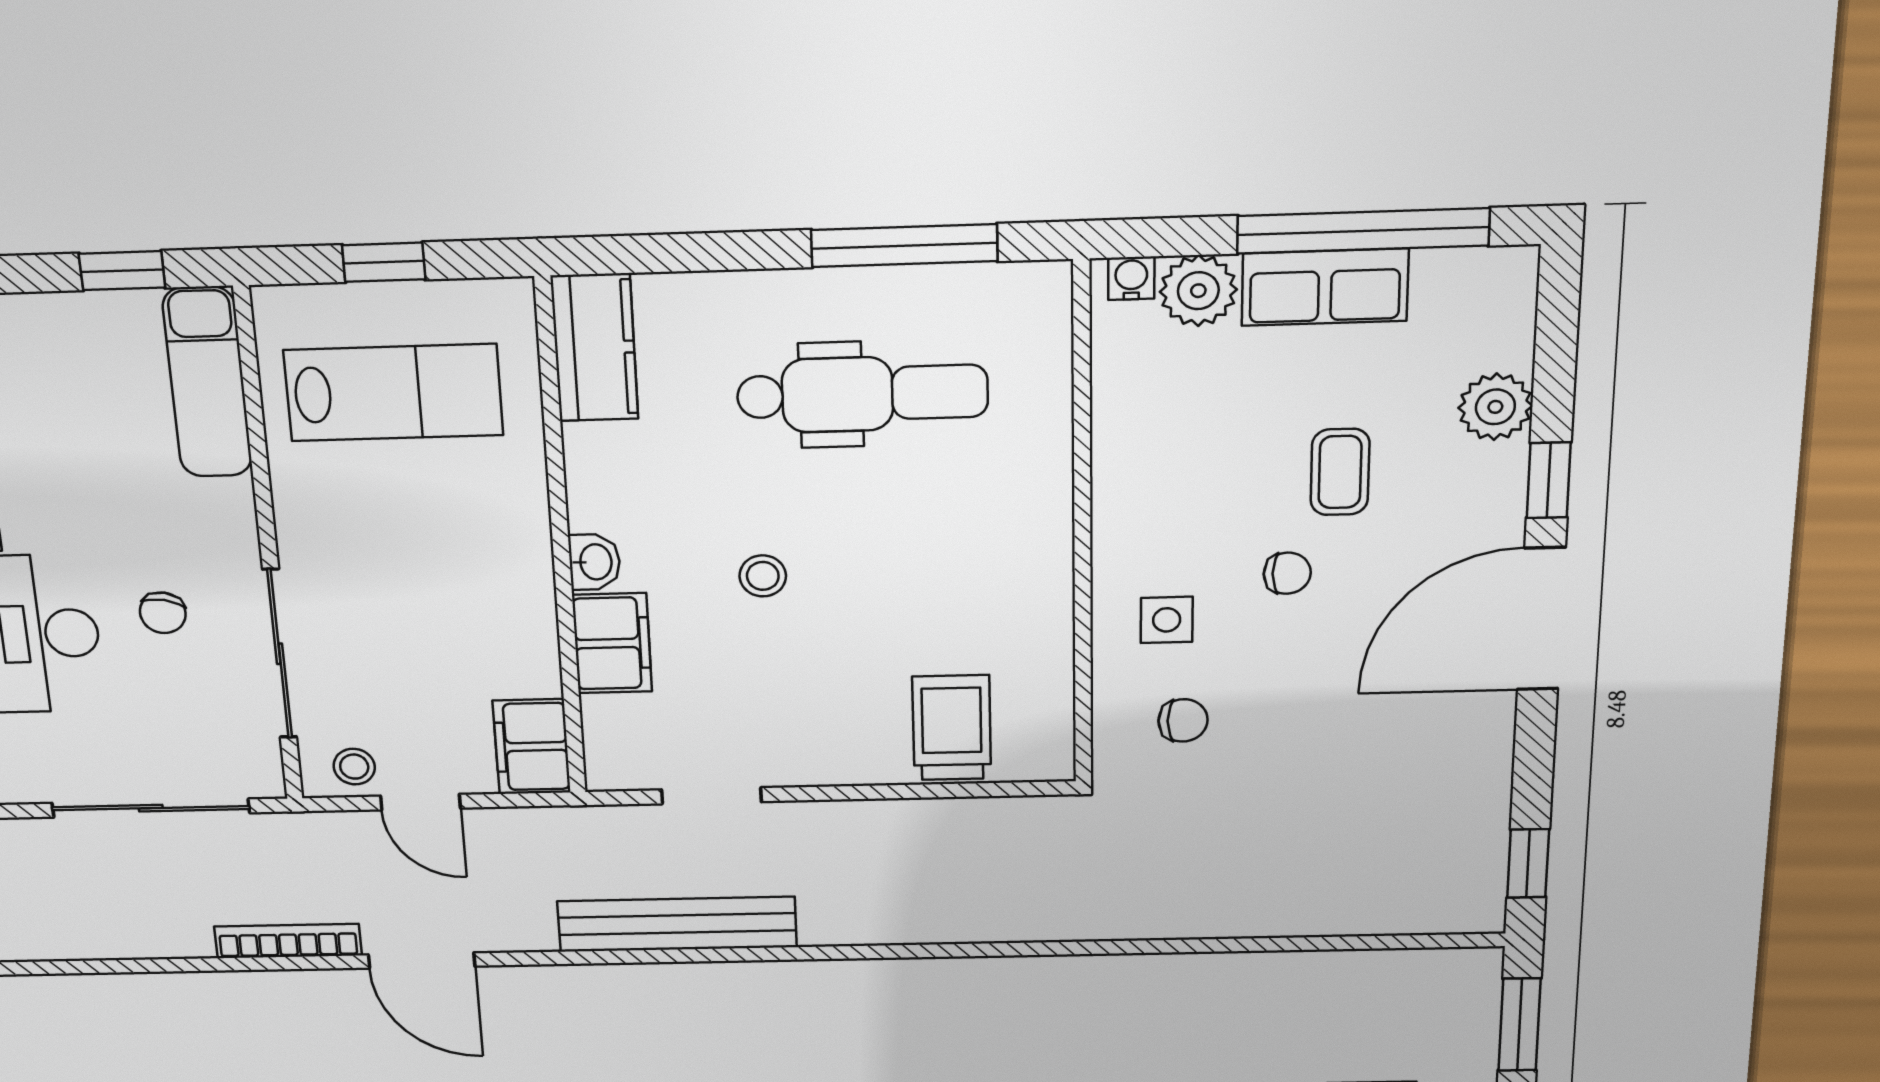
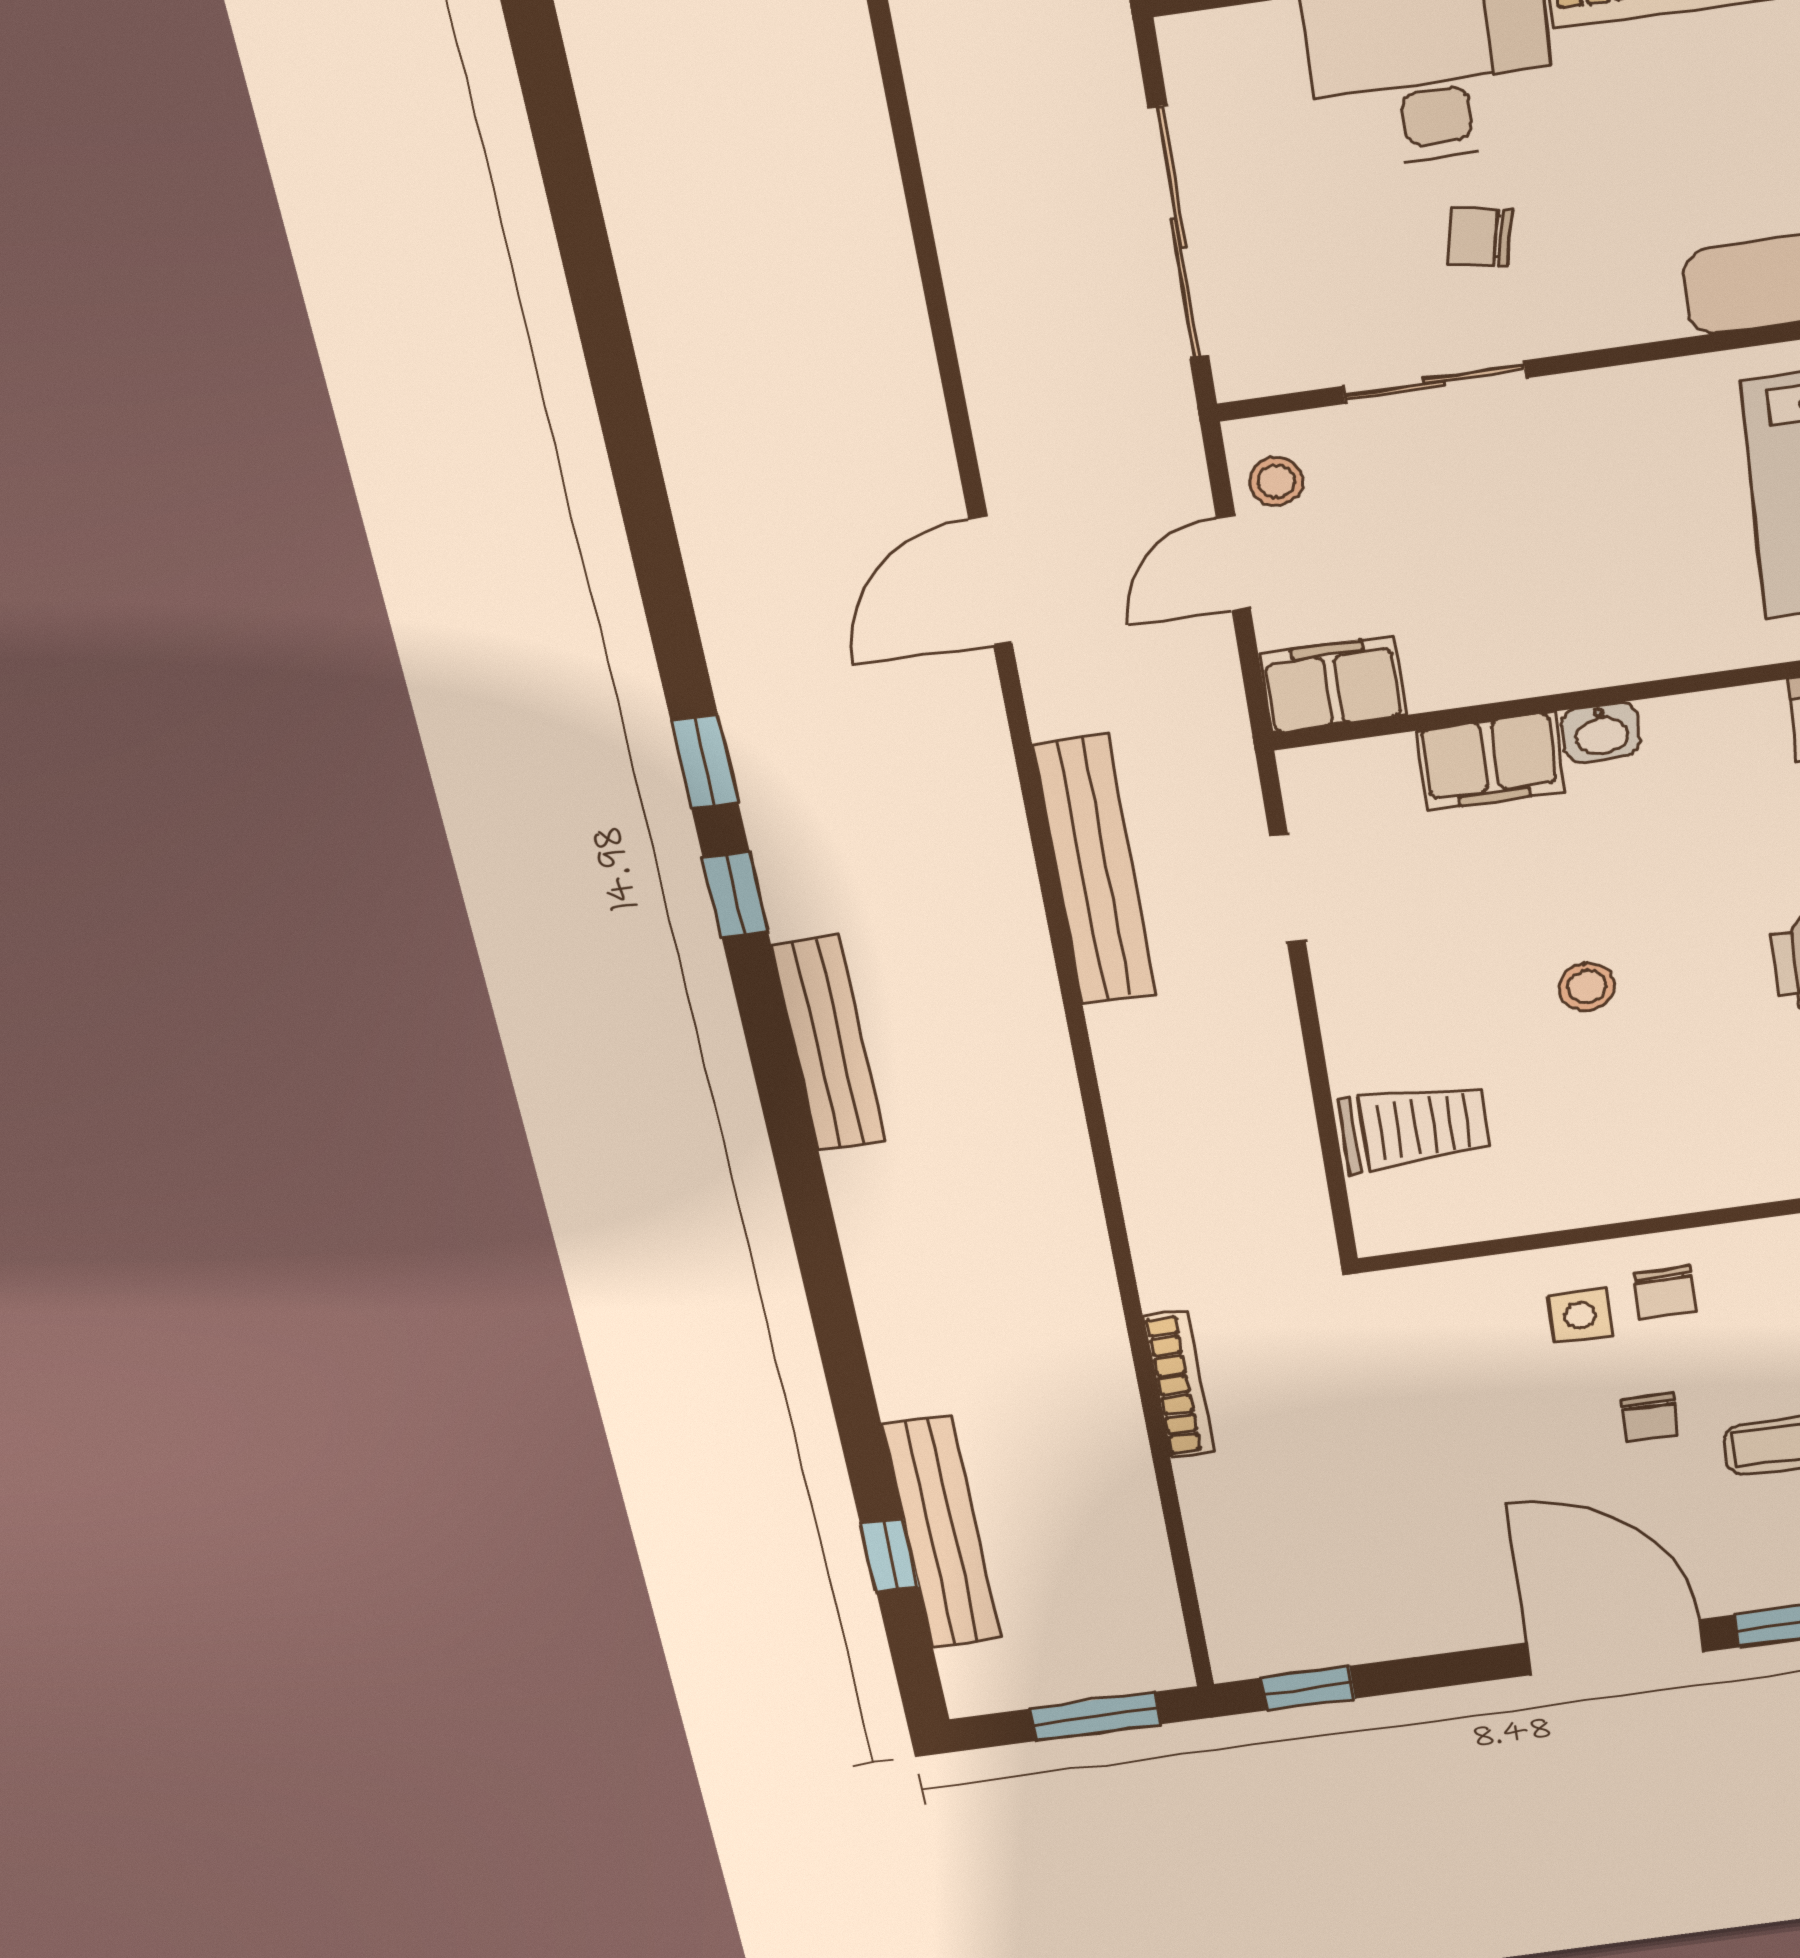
stool: (763, 576) -> (1587, 987), moved
sliding door: (280, 654) -> (1434, 382), width x0.73
chair: (1183, 720) -> (1665, 1292), moved
bookcase: (288, 941) -> (1179, 1385), moved

